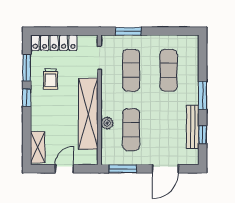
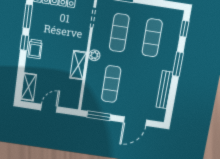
trolley: (51, 79) -> (35, 49), moved
shelving: (88, 114) -> (78, 65), width x0.45, depth x0.75
plant: (107, 123) -> (94, 55), moved
window: (203, 135) -> (184, 29), moved

